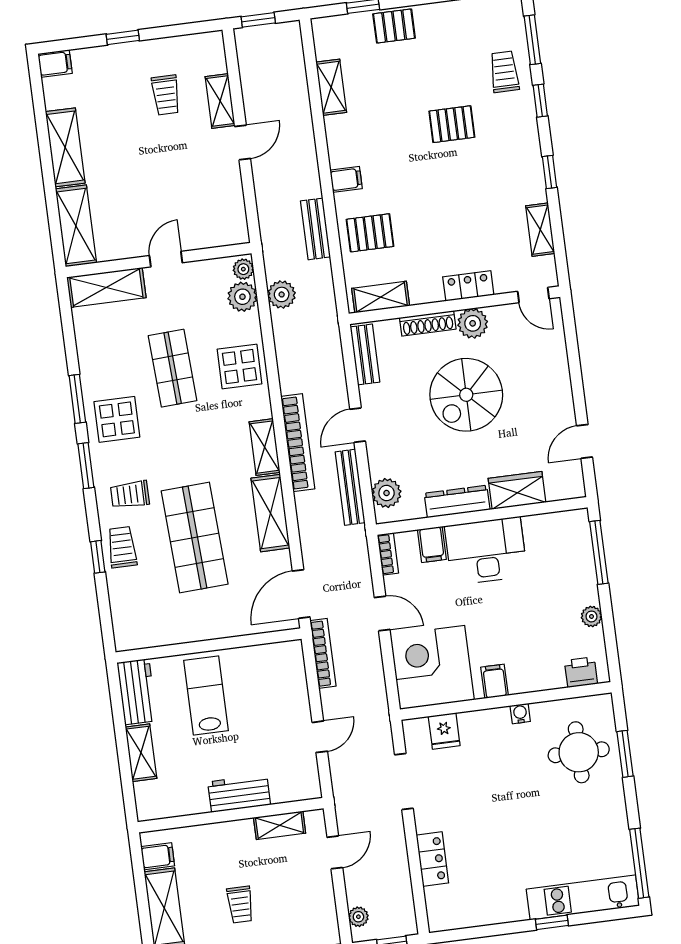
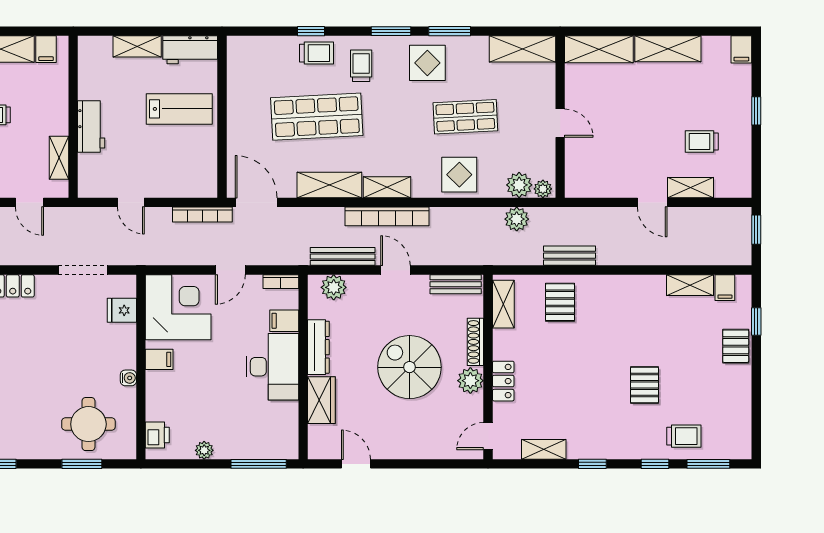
filing cabinet: (346, 179) -> (725, 288), moved
shelving: (106, 287) -> (523, 49), moved, turned 90

